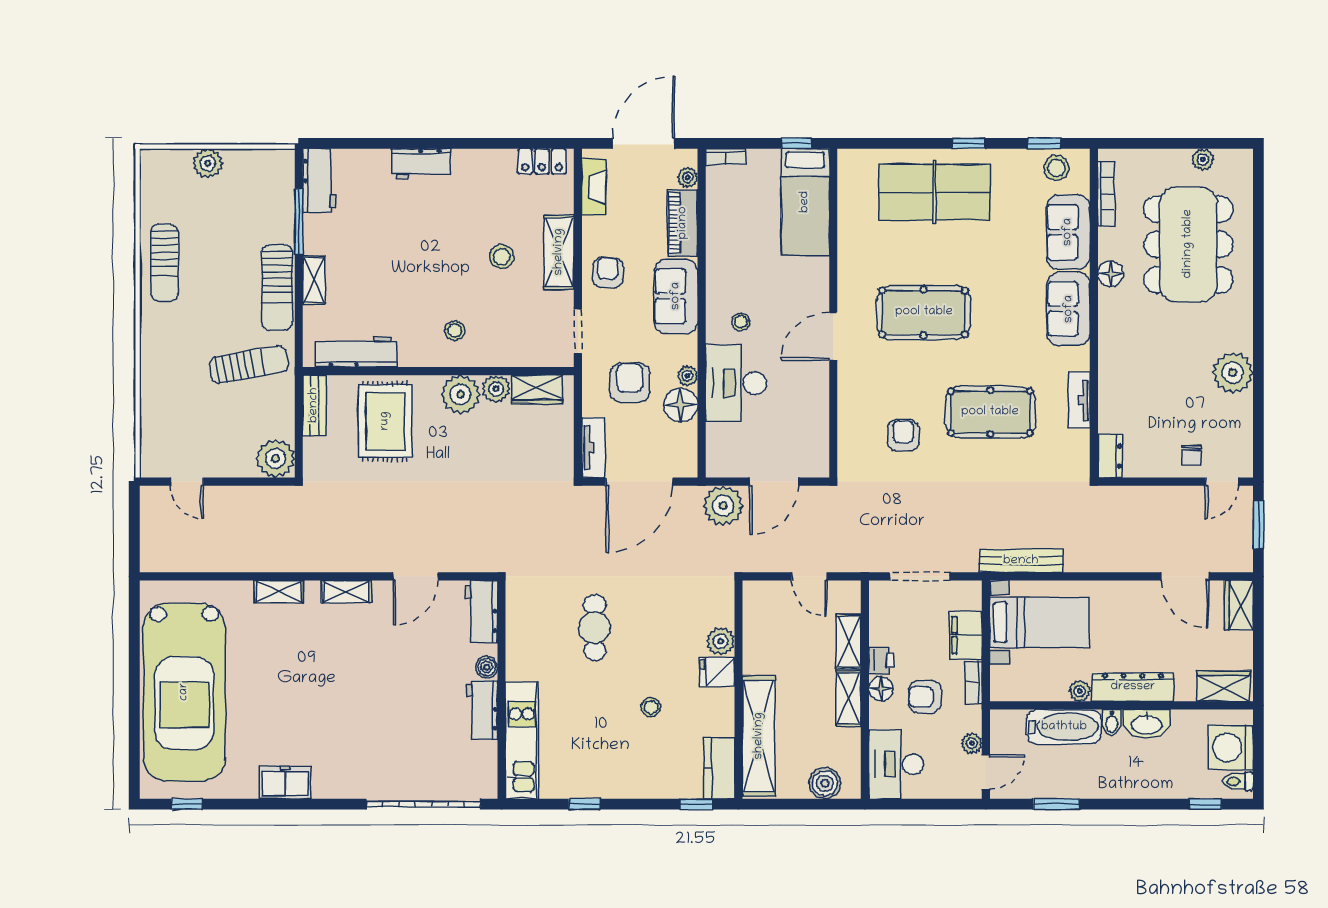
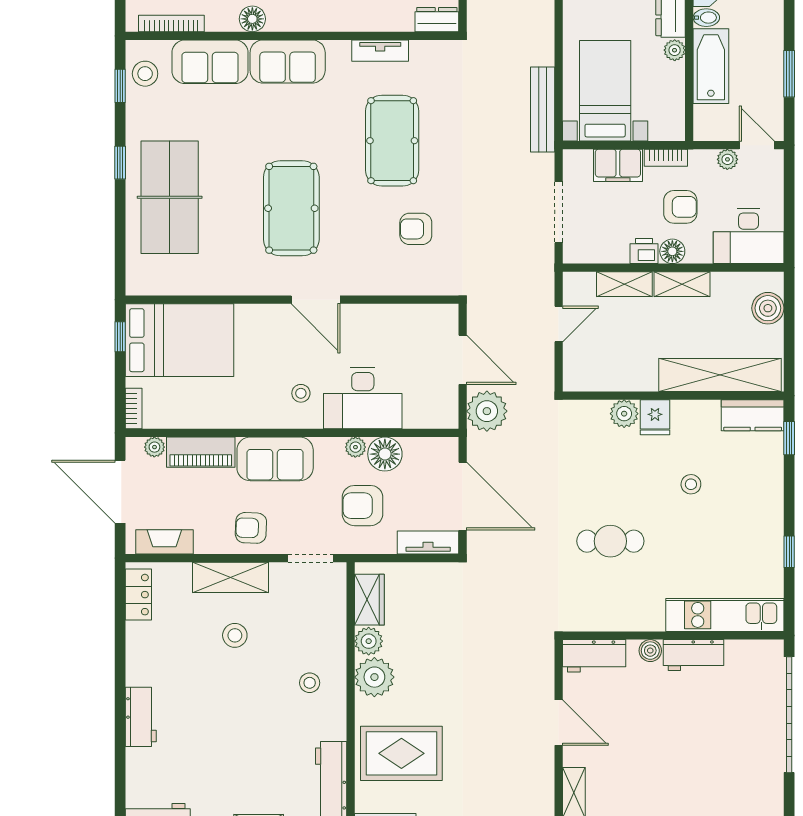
bed: (805, 202) -> (180, 340), width x1.50
armchair: (925, 697) -> (680, 207), turned -90

